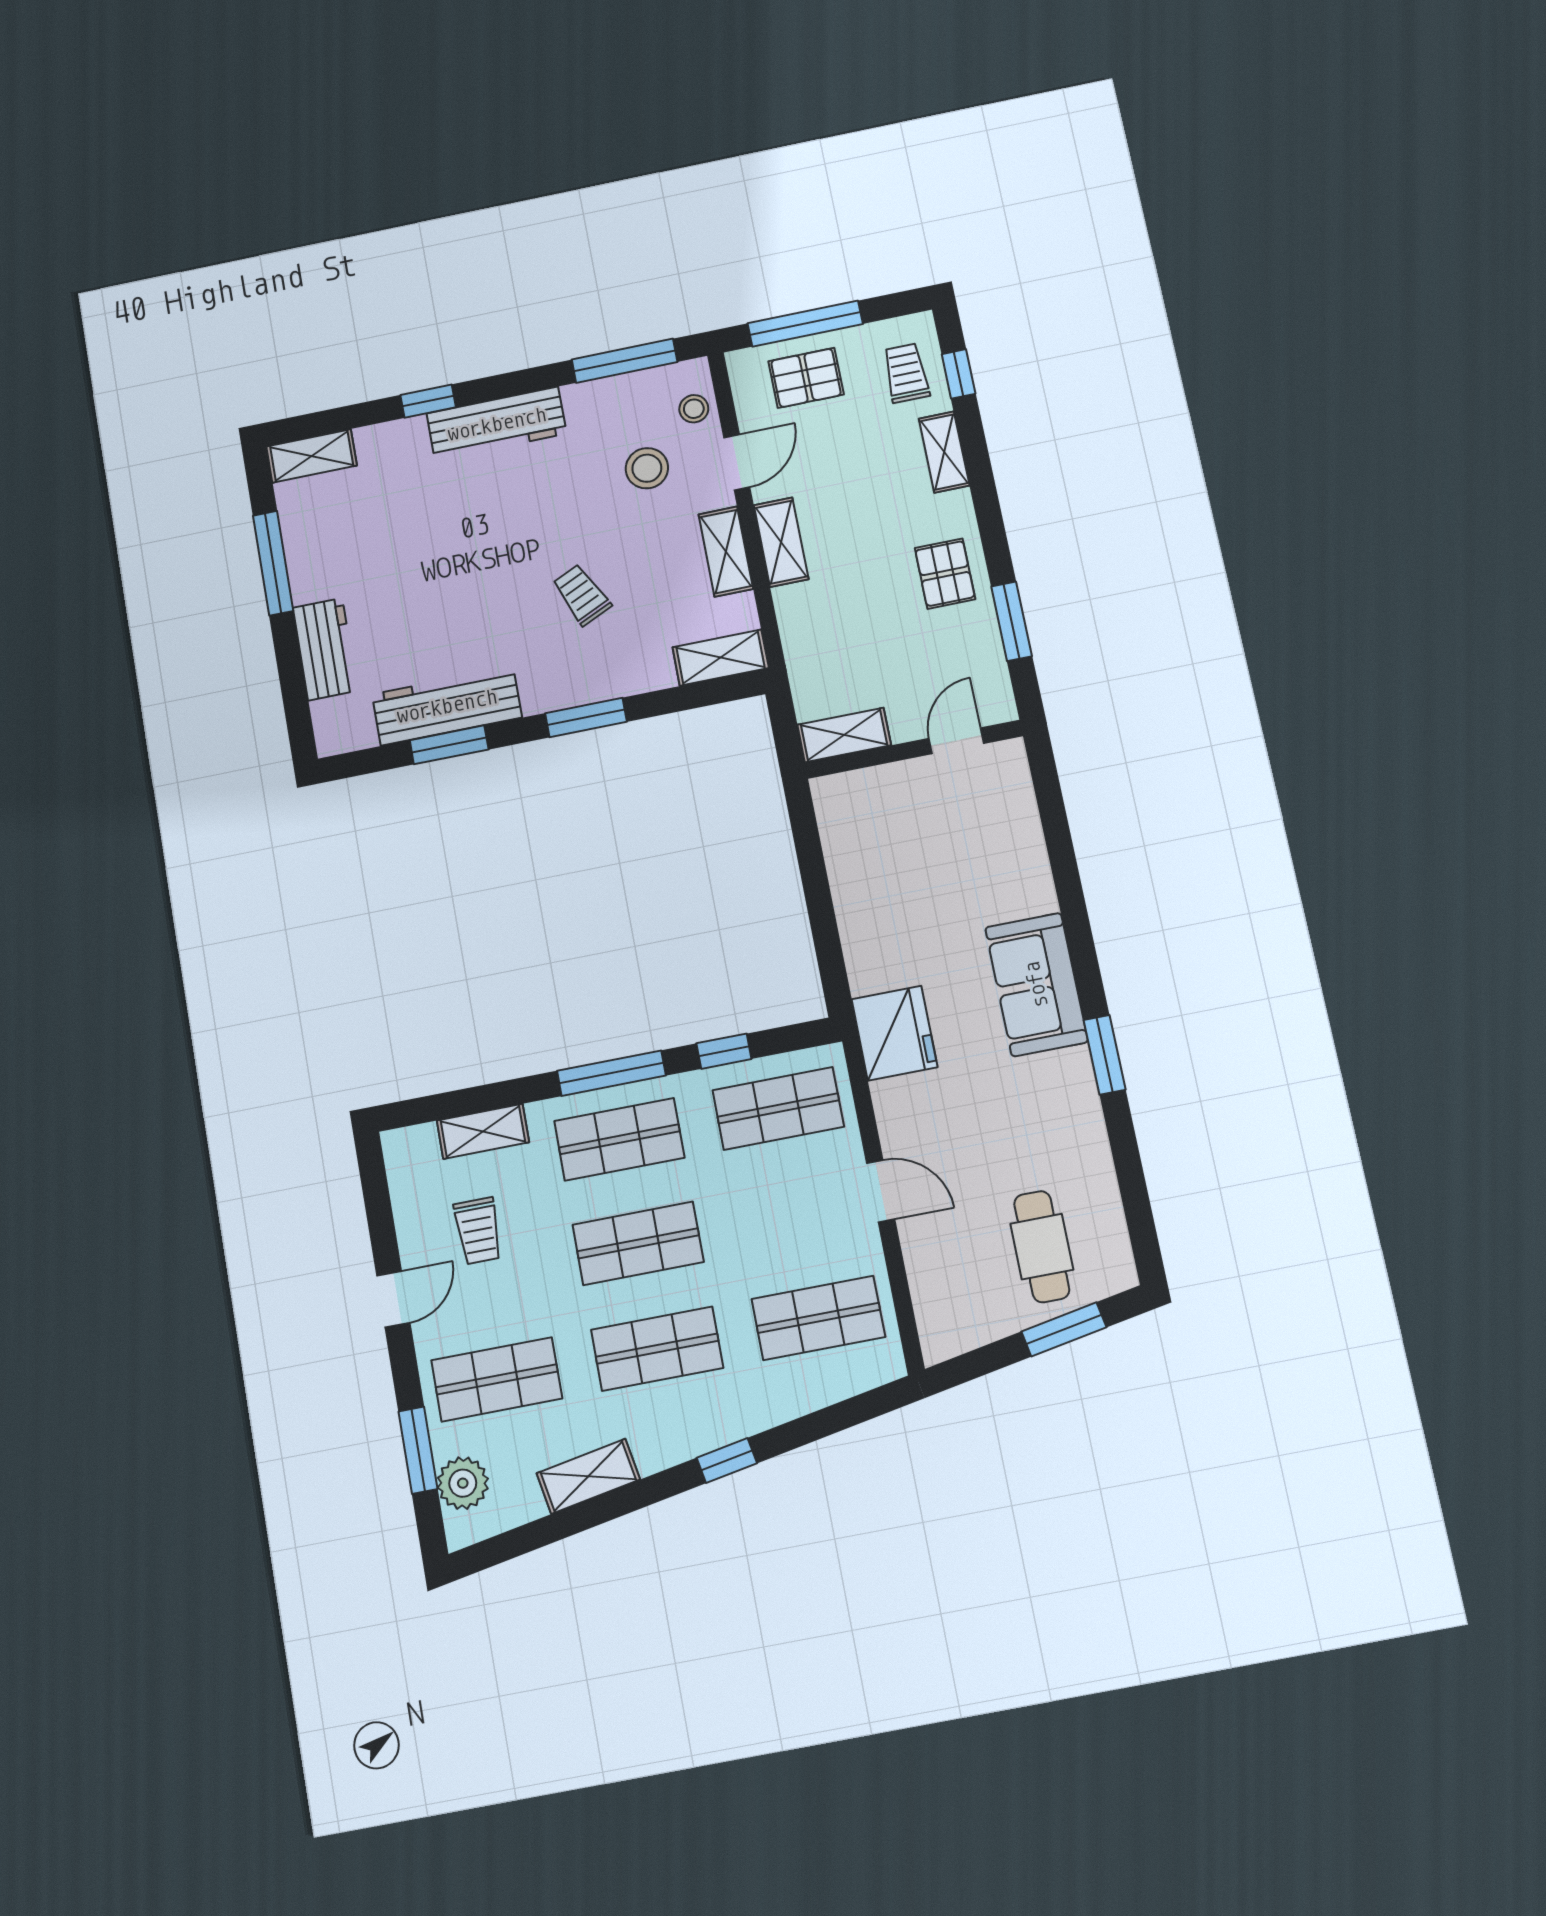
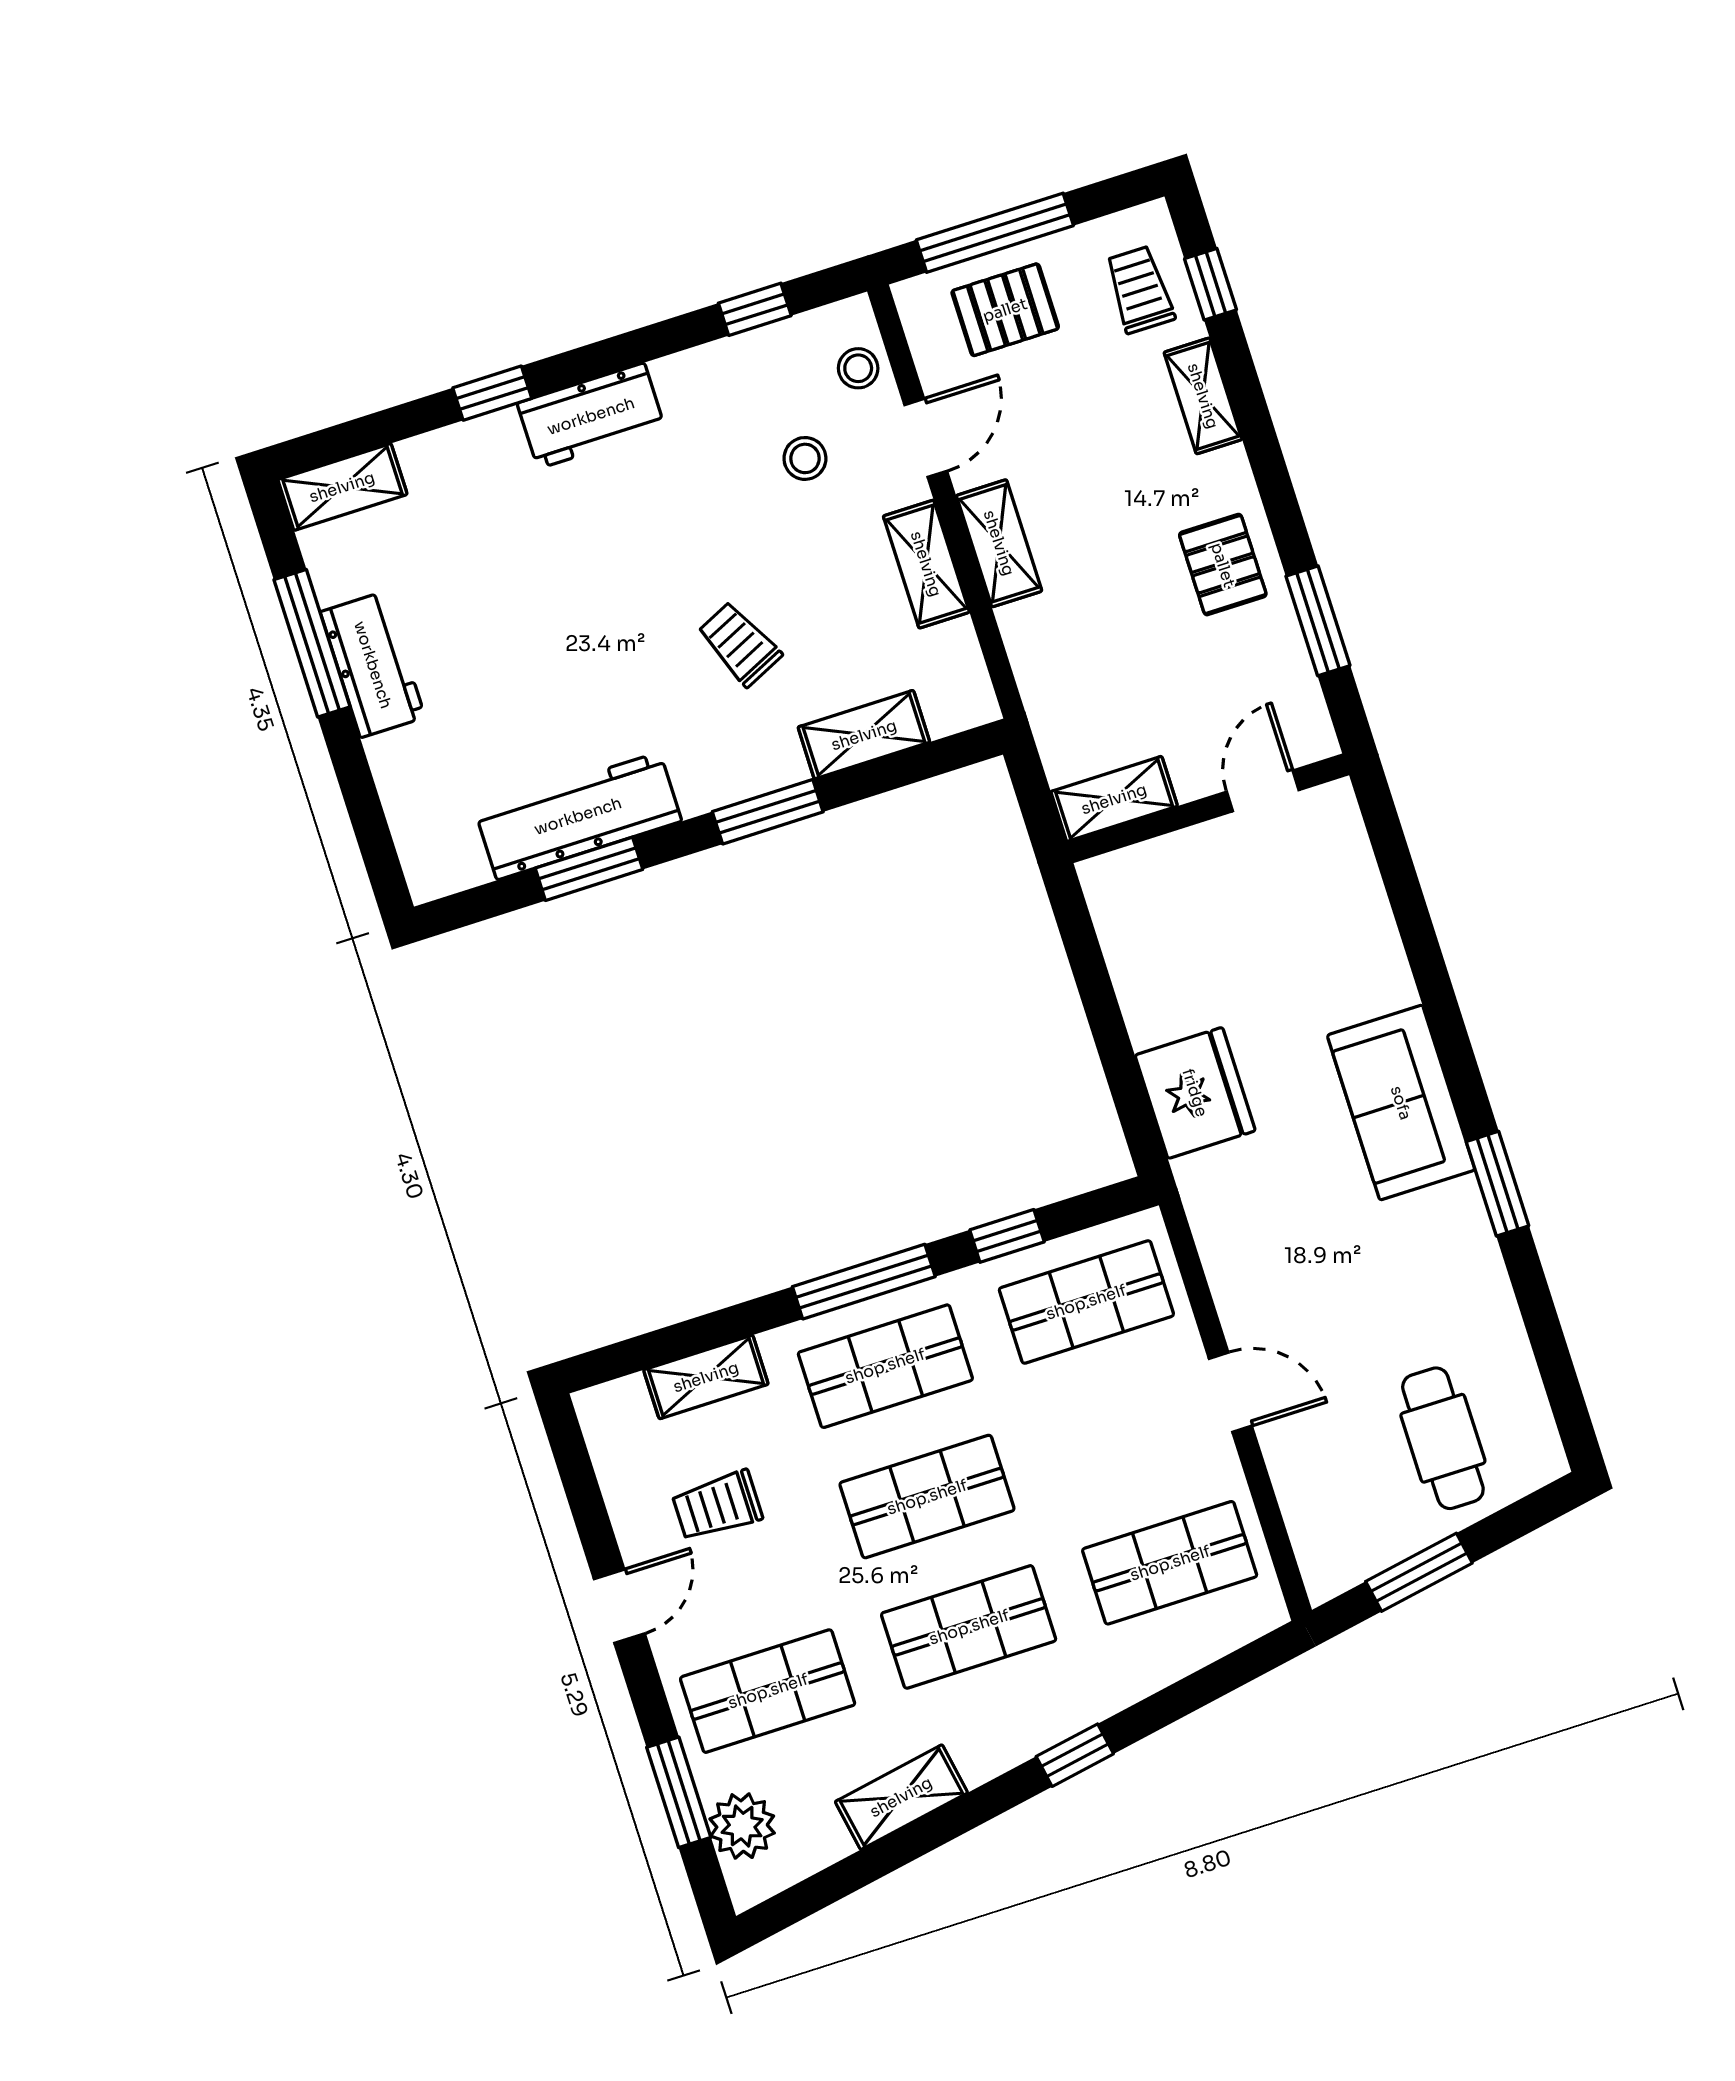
window: (625, 361) -> (755, 309), width x0.46
workbench: (497, 424) -> (591, 416), width x0.73
stool: (647, 468) -> (805, 458), width x0.73, depth x0.73
workbench: (325, 649) -> (373, 665), moved
shelving: (721, 658) -> (864, 735), moved
fridge: (894, 1033) -> (1195, 1093), moved
trolley: (478, 1231) -> (717, 1506), turned 90
window: (1064, 1329) -> (1419, 1572), moved

